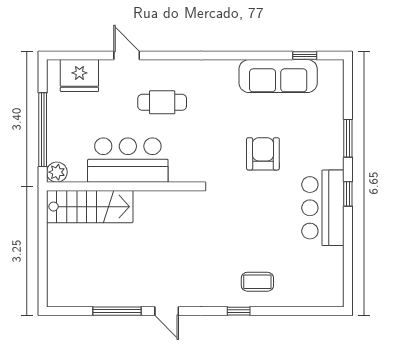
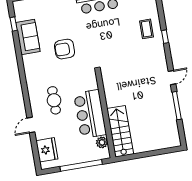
sofa: (278, 76) -> (28, 37), width x0.73
armchair: (263, 154) -> (65, 49), moved
plant: (57, 172) -> (102, 142), moved

